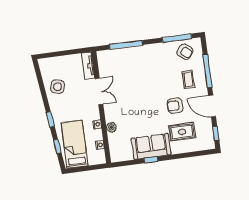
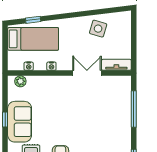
double door: (99, 91) -> (87, 73), swing flipped
window: (50, 119) -> (64, 16), removed
plant: (111, 127) -> (20, 81), moved

